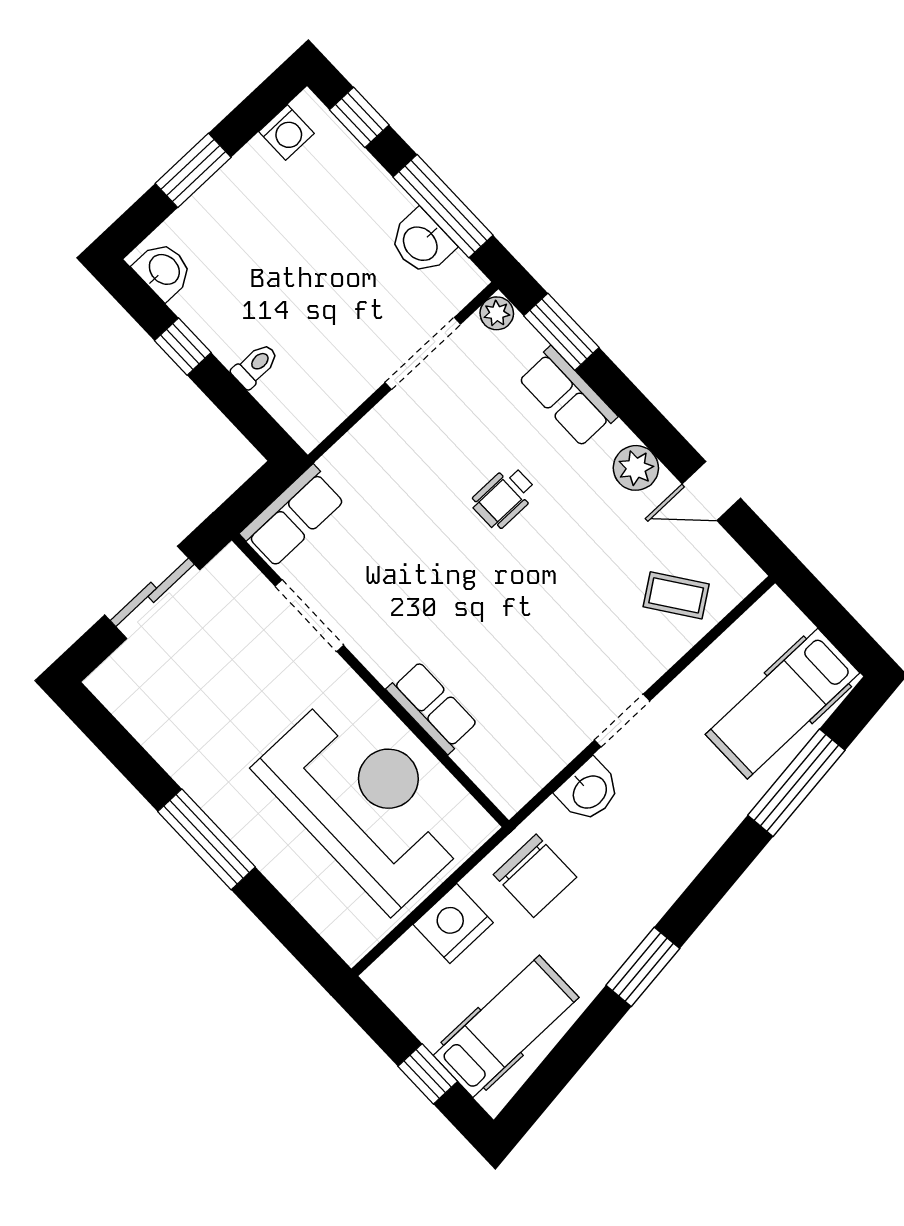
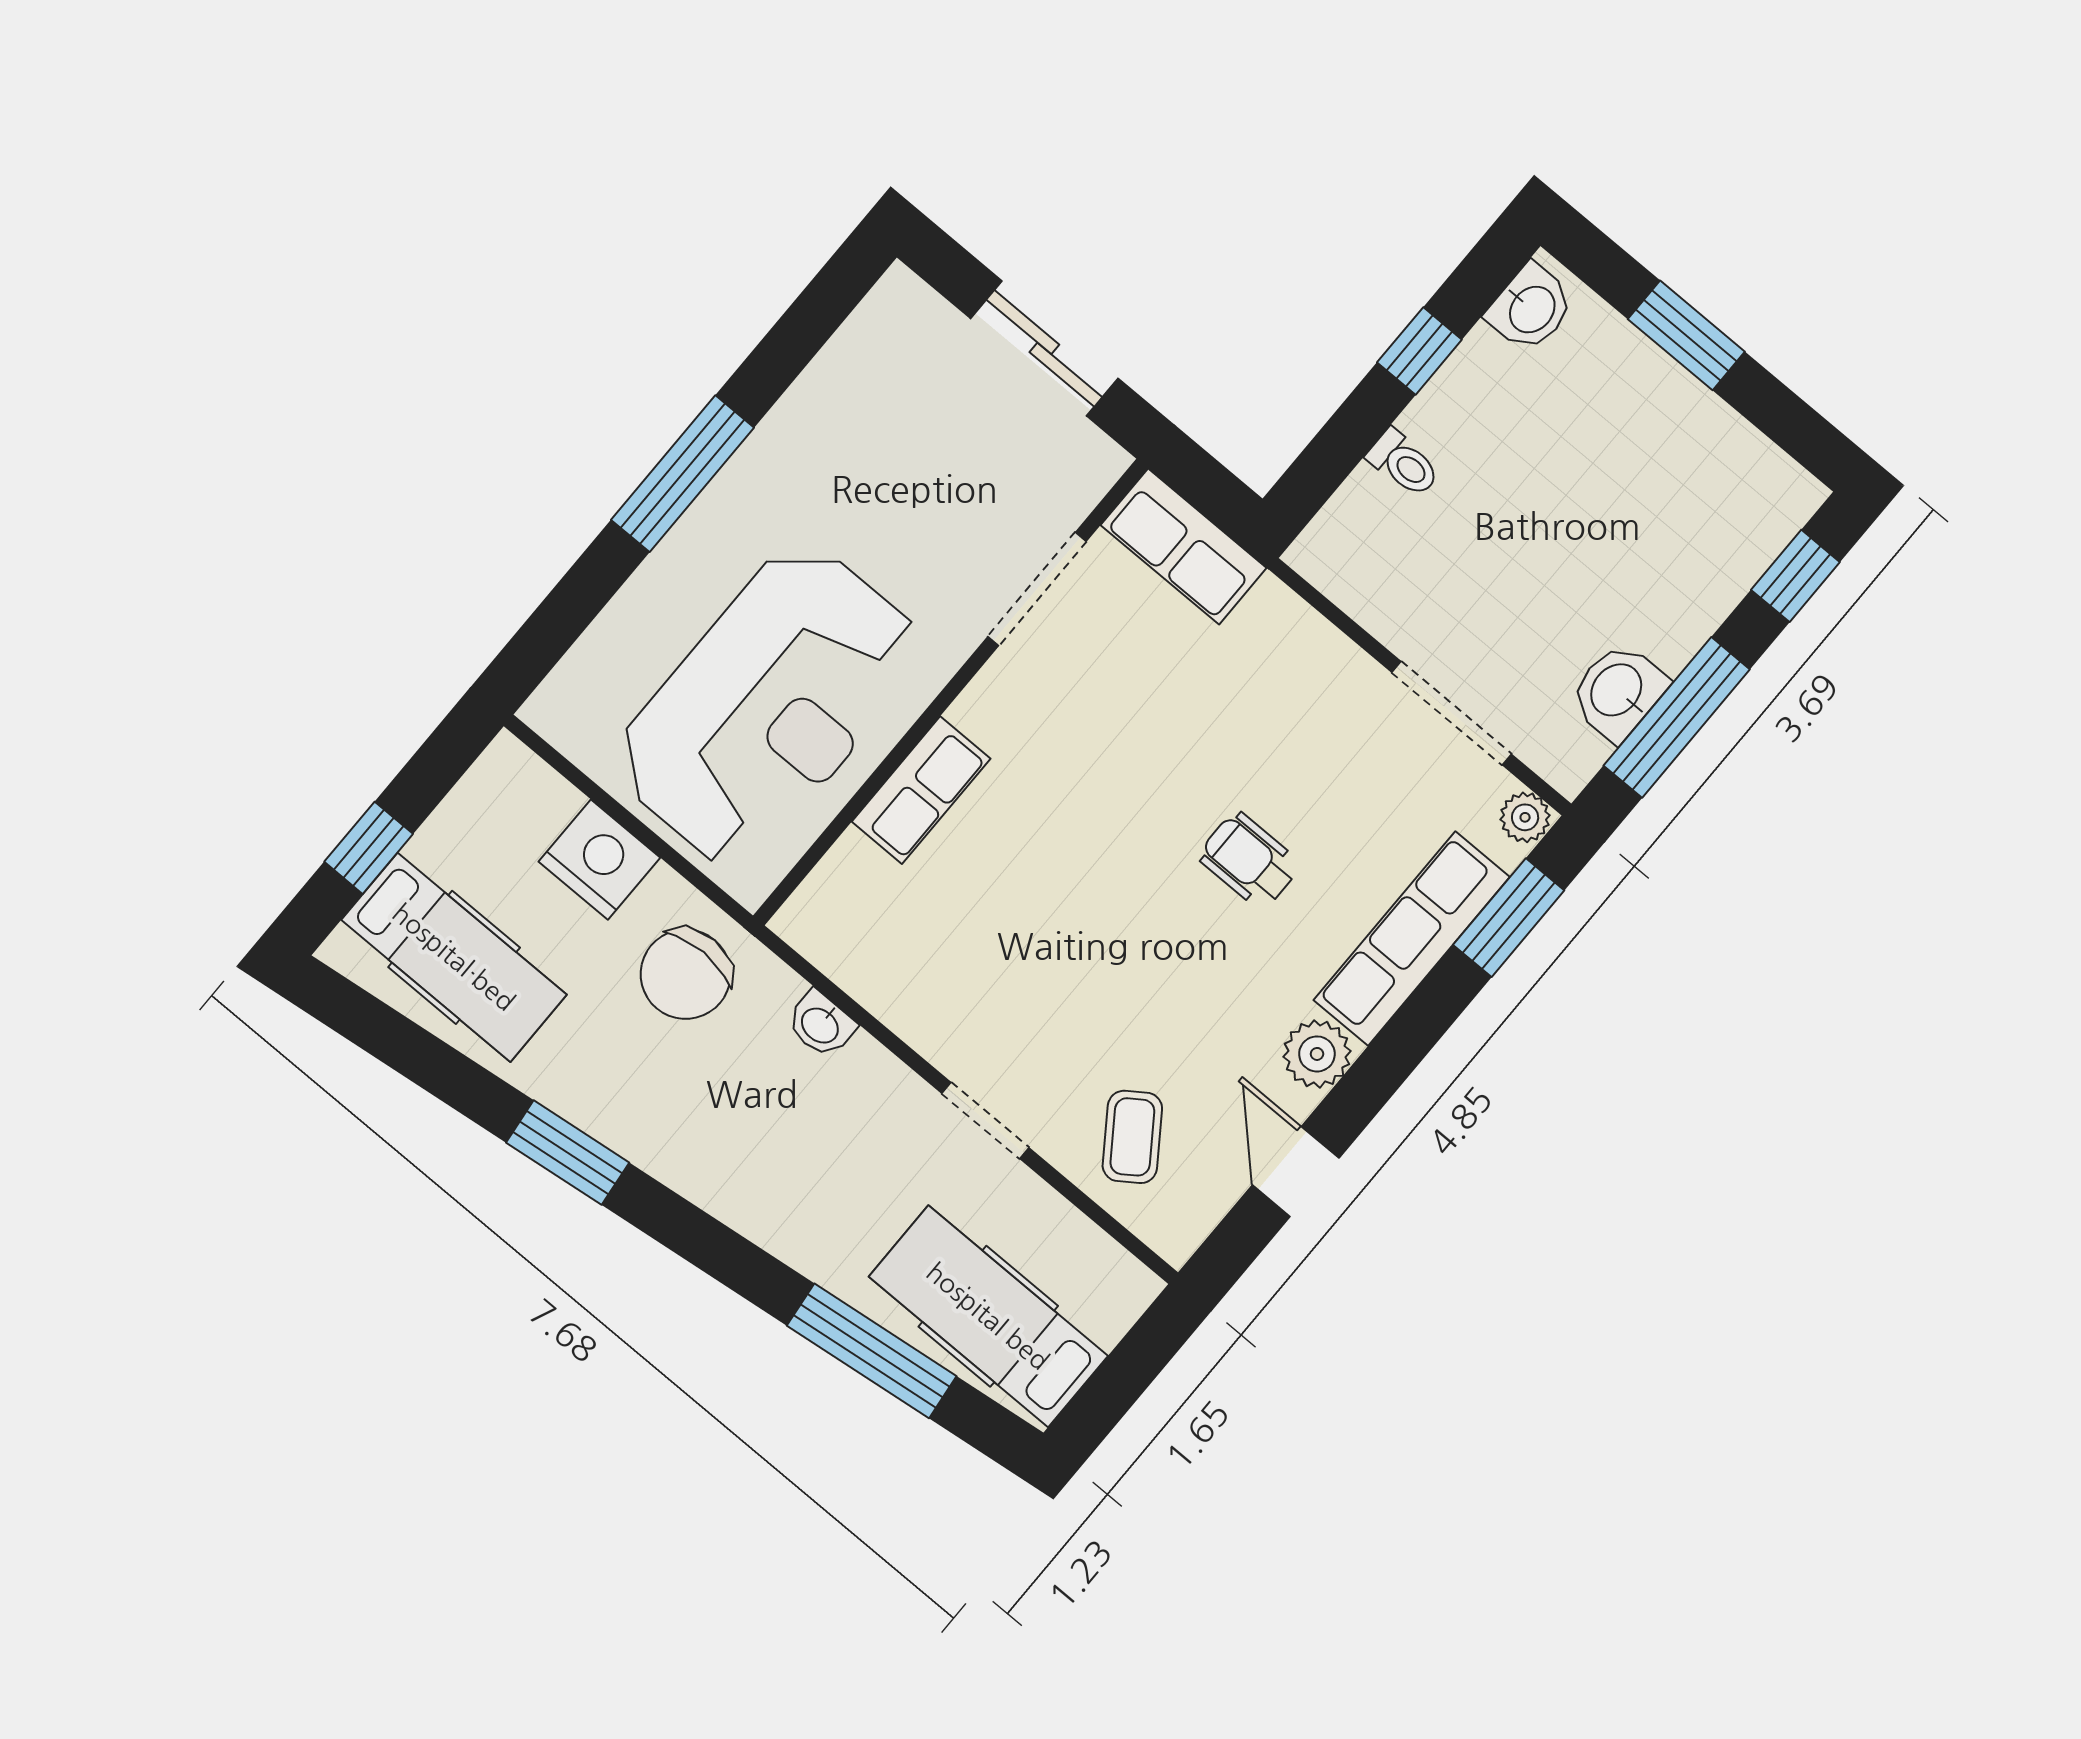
washing machine: (287, 133) -> (1760, 469), removed
row of seats: (567, 397) -> (1412, 938), width x1.48
doorway: (622, 720) -> (985, 1121), moved
washbasin: (589, 791) -> (821, 1024), width x0.72, depth x0.69

